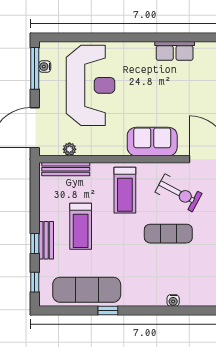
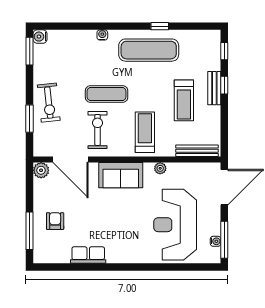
row of seats: (175, 51) -> (88, 255), moved
plant: (69, 149) -> (160, 168), moved
exercise bike: (179, 193) -> (98, 130), turned 62
treadmill: (81, 226) -> (184, 100), turned 180
exercise mat: (87, 290) -> (149, 50), moved

